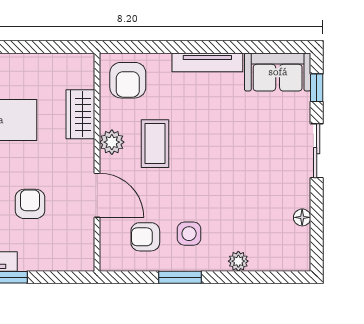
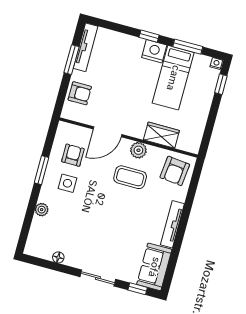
armchair: (128, 80) -> (175, 171), turned -84
armchair: (30, 204) -> (80, 93), moved

